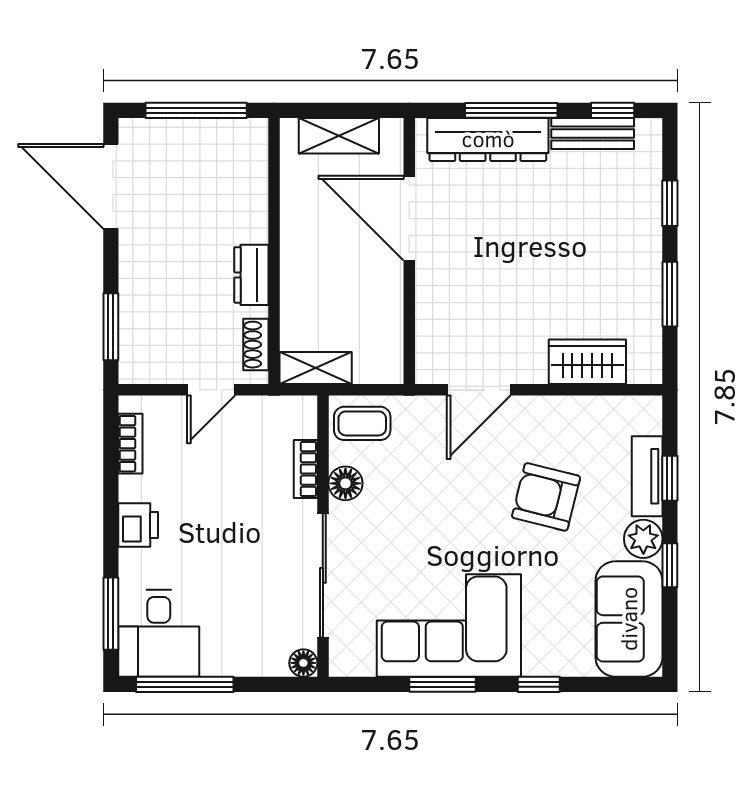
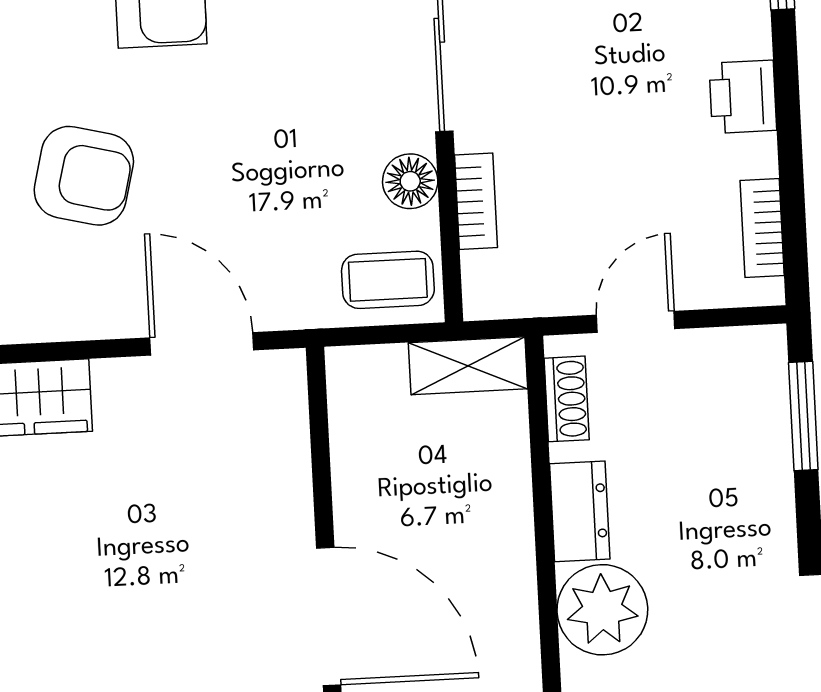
plant: (241, 214) -> (602, 610), added
door: (479, 390) -> (202, 344), hinge flipped

